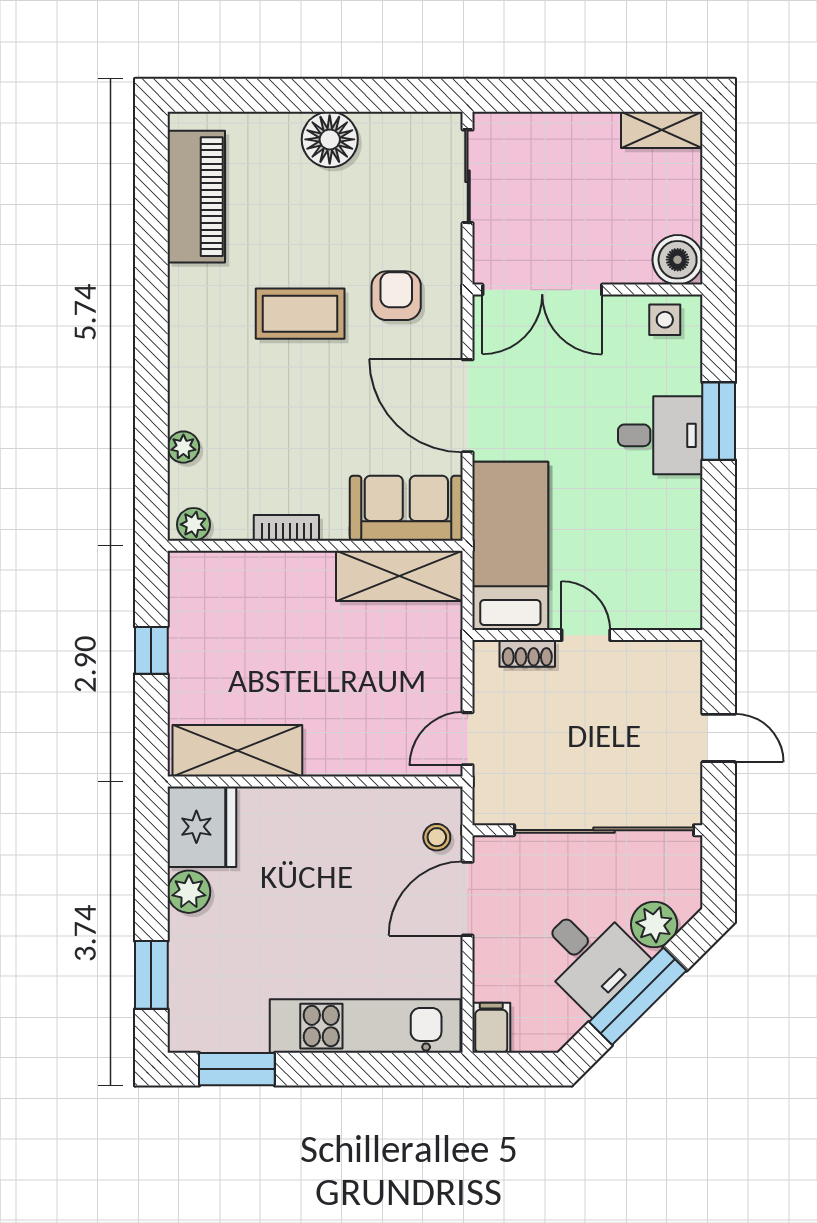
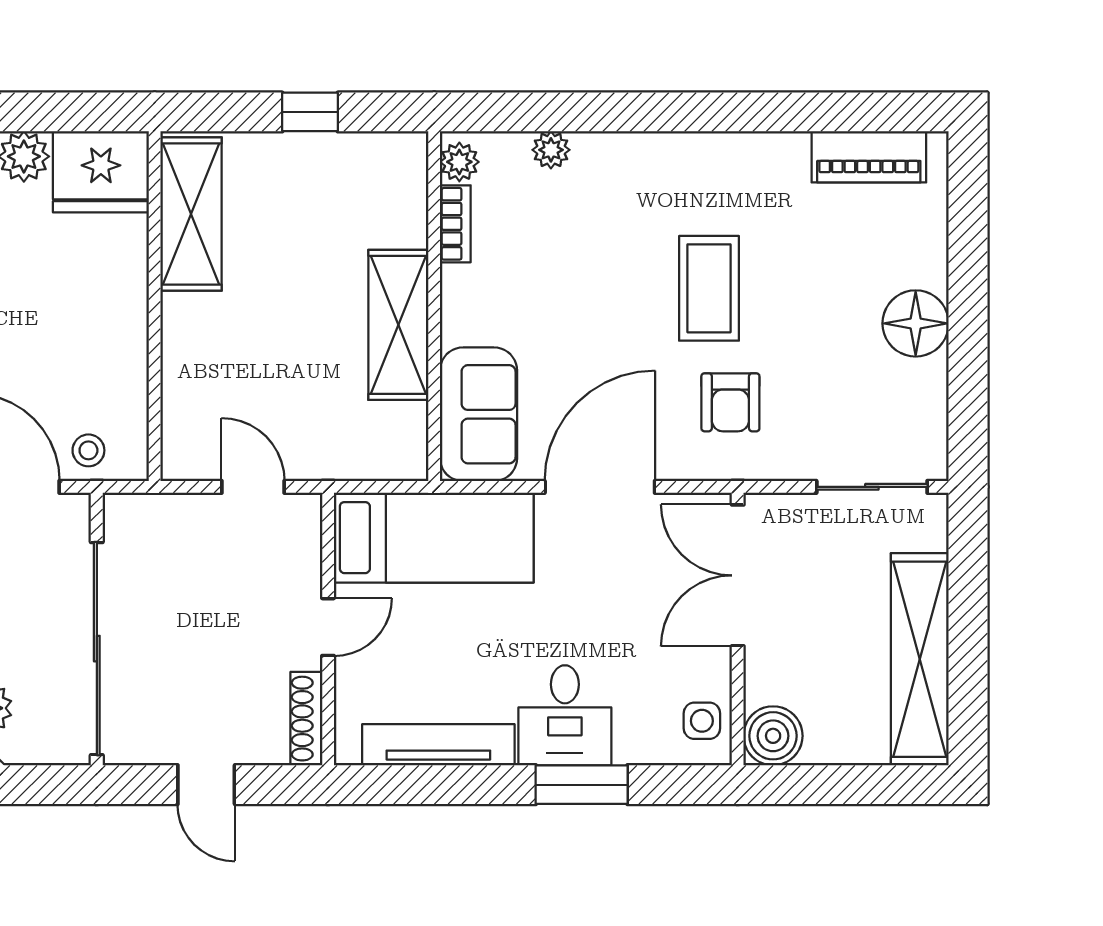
shelving: (662, 130) -> (920, 659), width x2.20, depth x1.33
piano: (196, 197) -> (869, 157), width x0.73, depth x0.75
armchair: (396, 296) -> (730, 402), turned 90
bookcase: (286, 528) -> (455, 224), moved
tv unit: (685, 542) -> (438, 745), added
shelving: (399, 576) -> (398, 325), moved
shoe rack: (527, 653) -> (306, 719), moved, width x1.43
door: (719, 738) -> (206, 785), hinge flipped
door: (468, 739) -> (253, 487), moved

